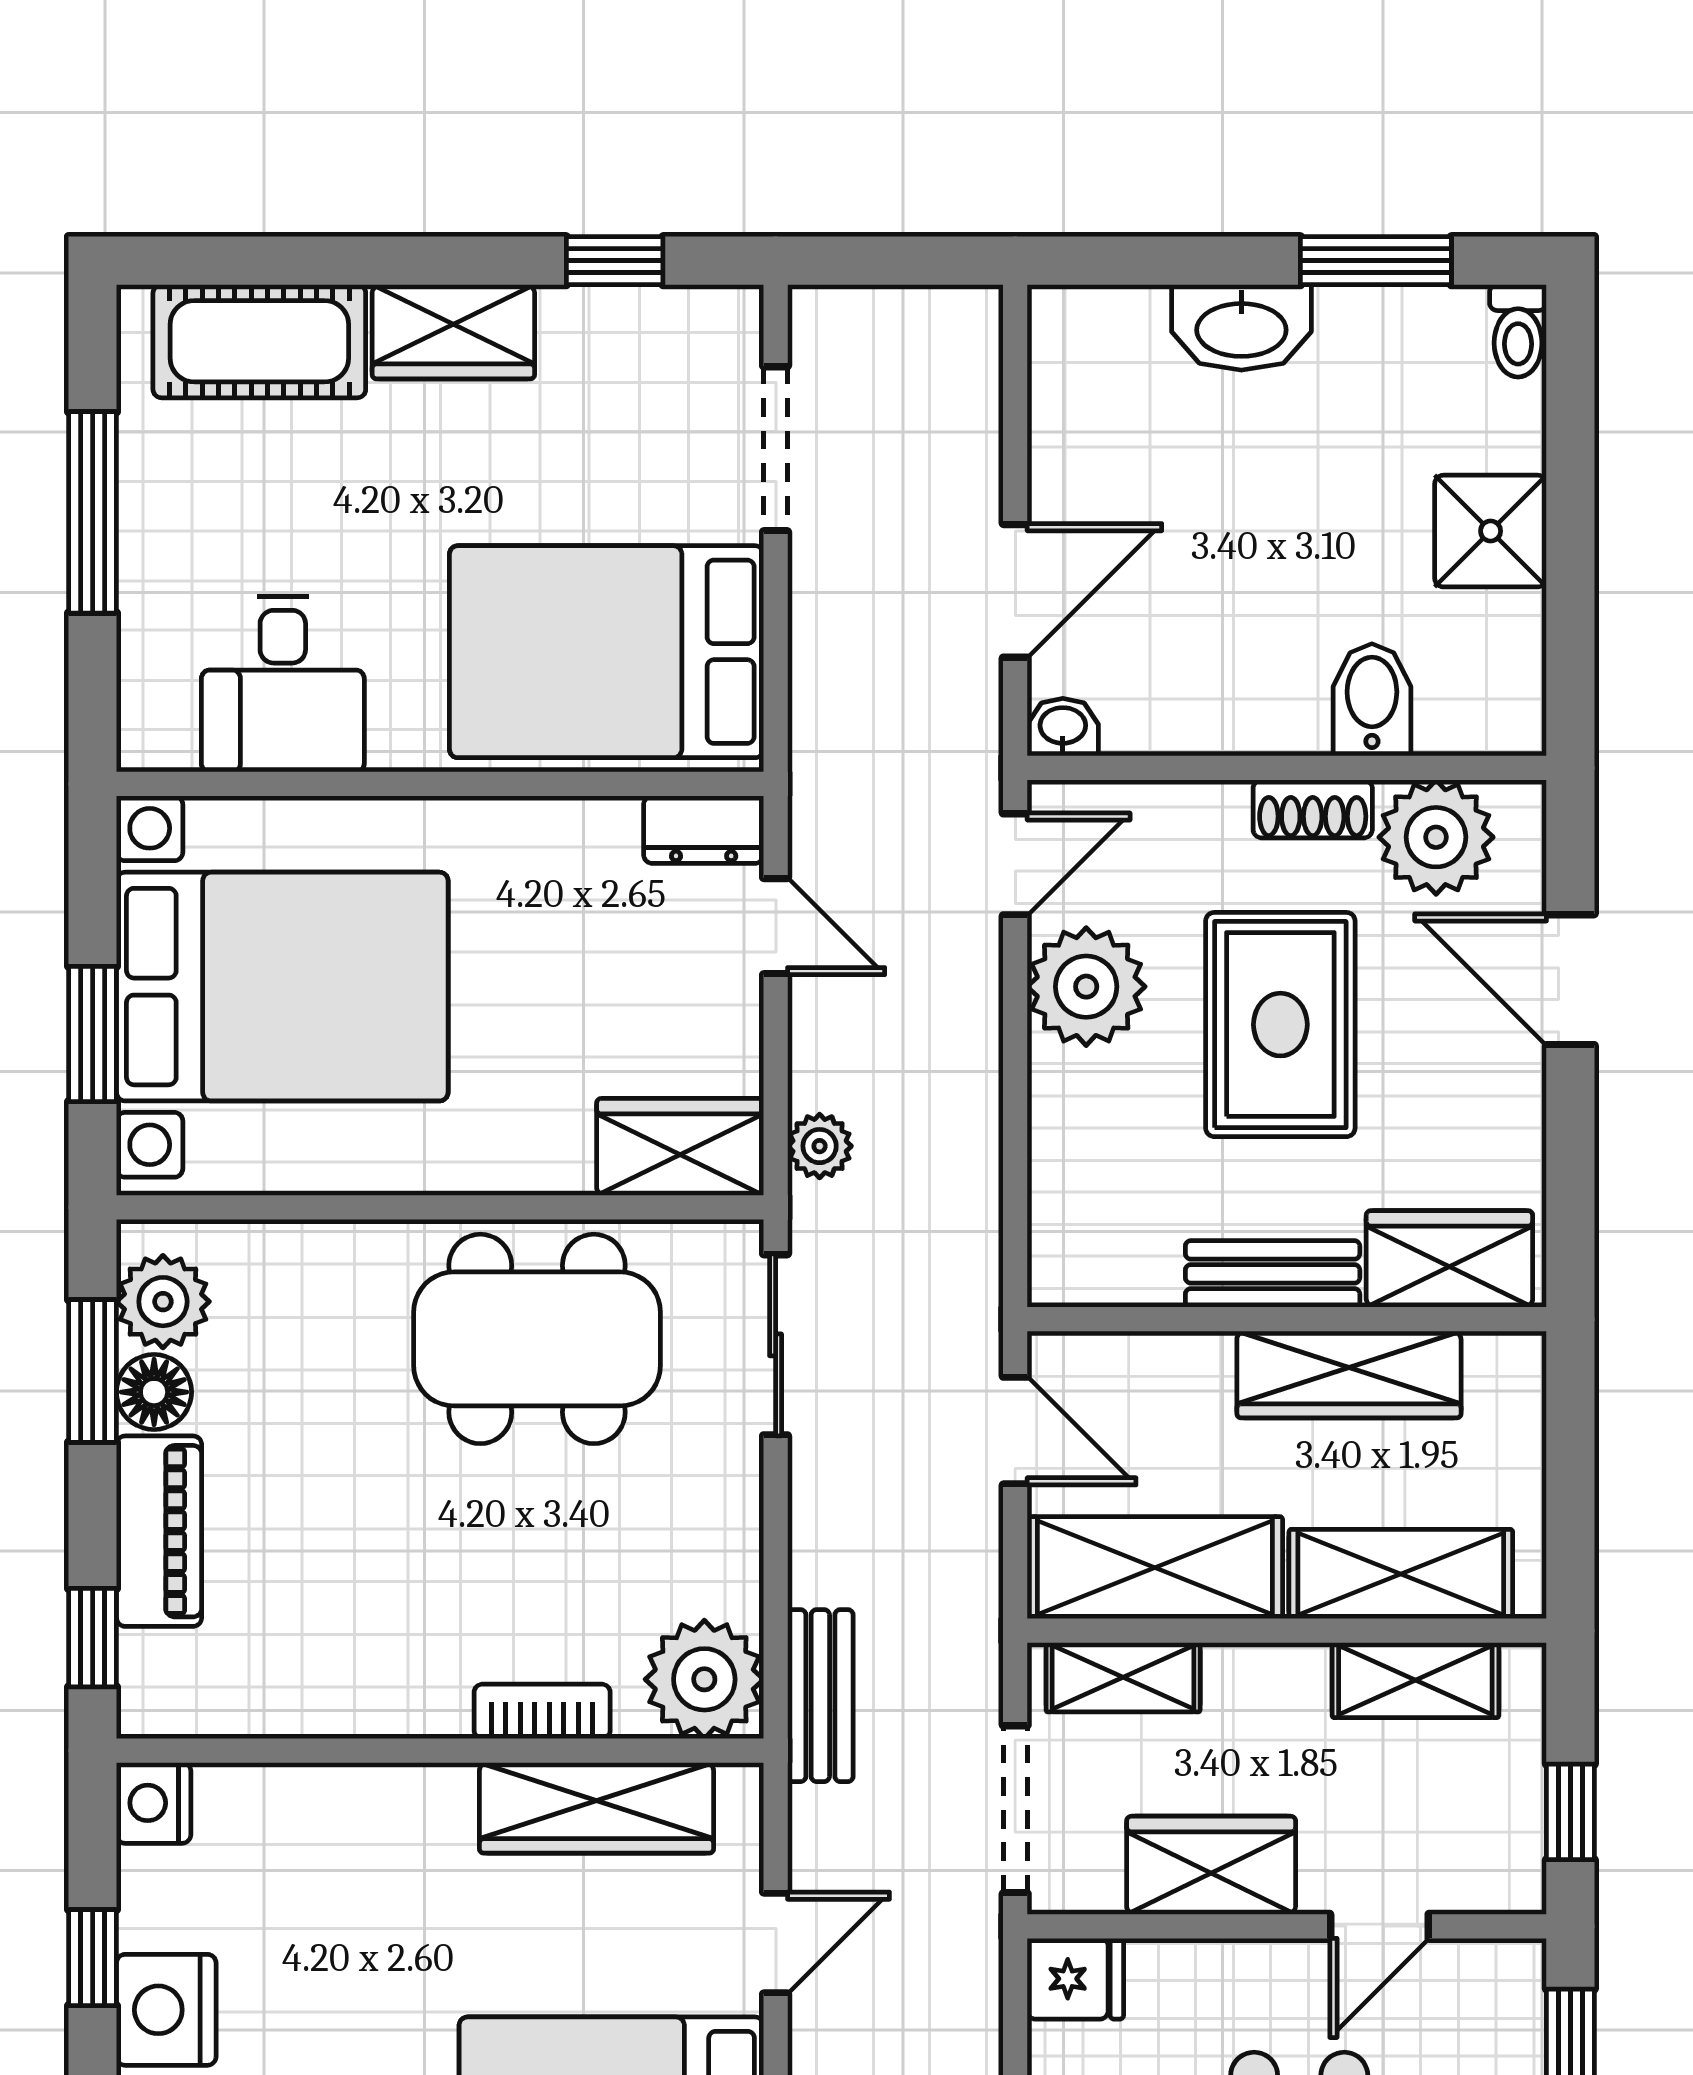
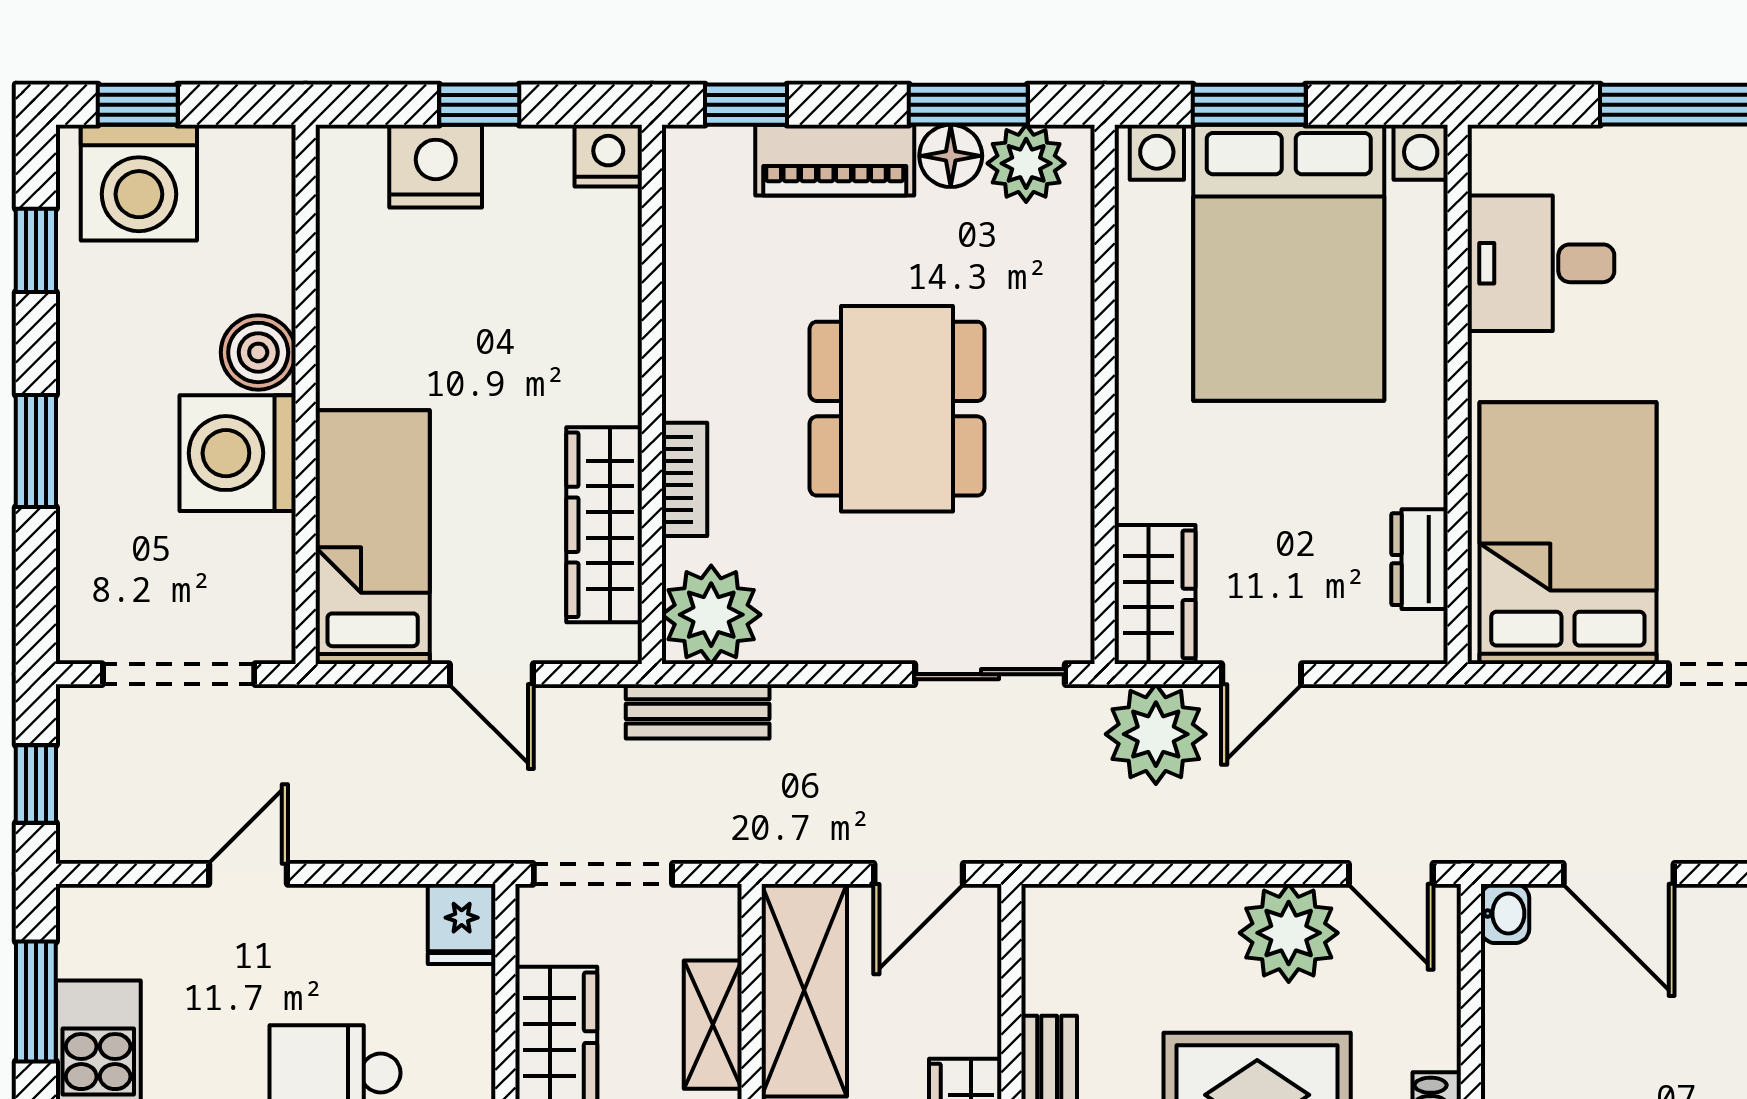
dresser: (704, 830) -> (1420, 559), moved
door: (776, 926) -> (1262, 674), moved
plant: (820, 1146) -> (1156, 734), width x1.88, depth x1.88
dining table: (537, 1339) -> (897, 409), moved
shelving: (1123, 1677) -> (713, 1025), moved

